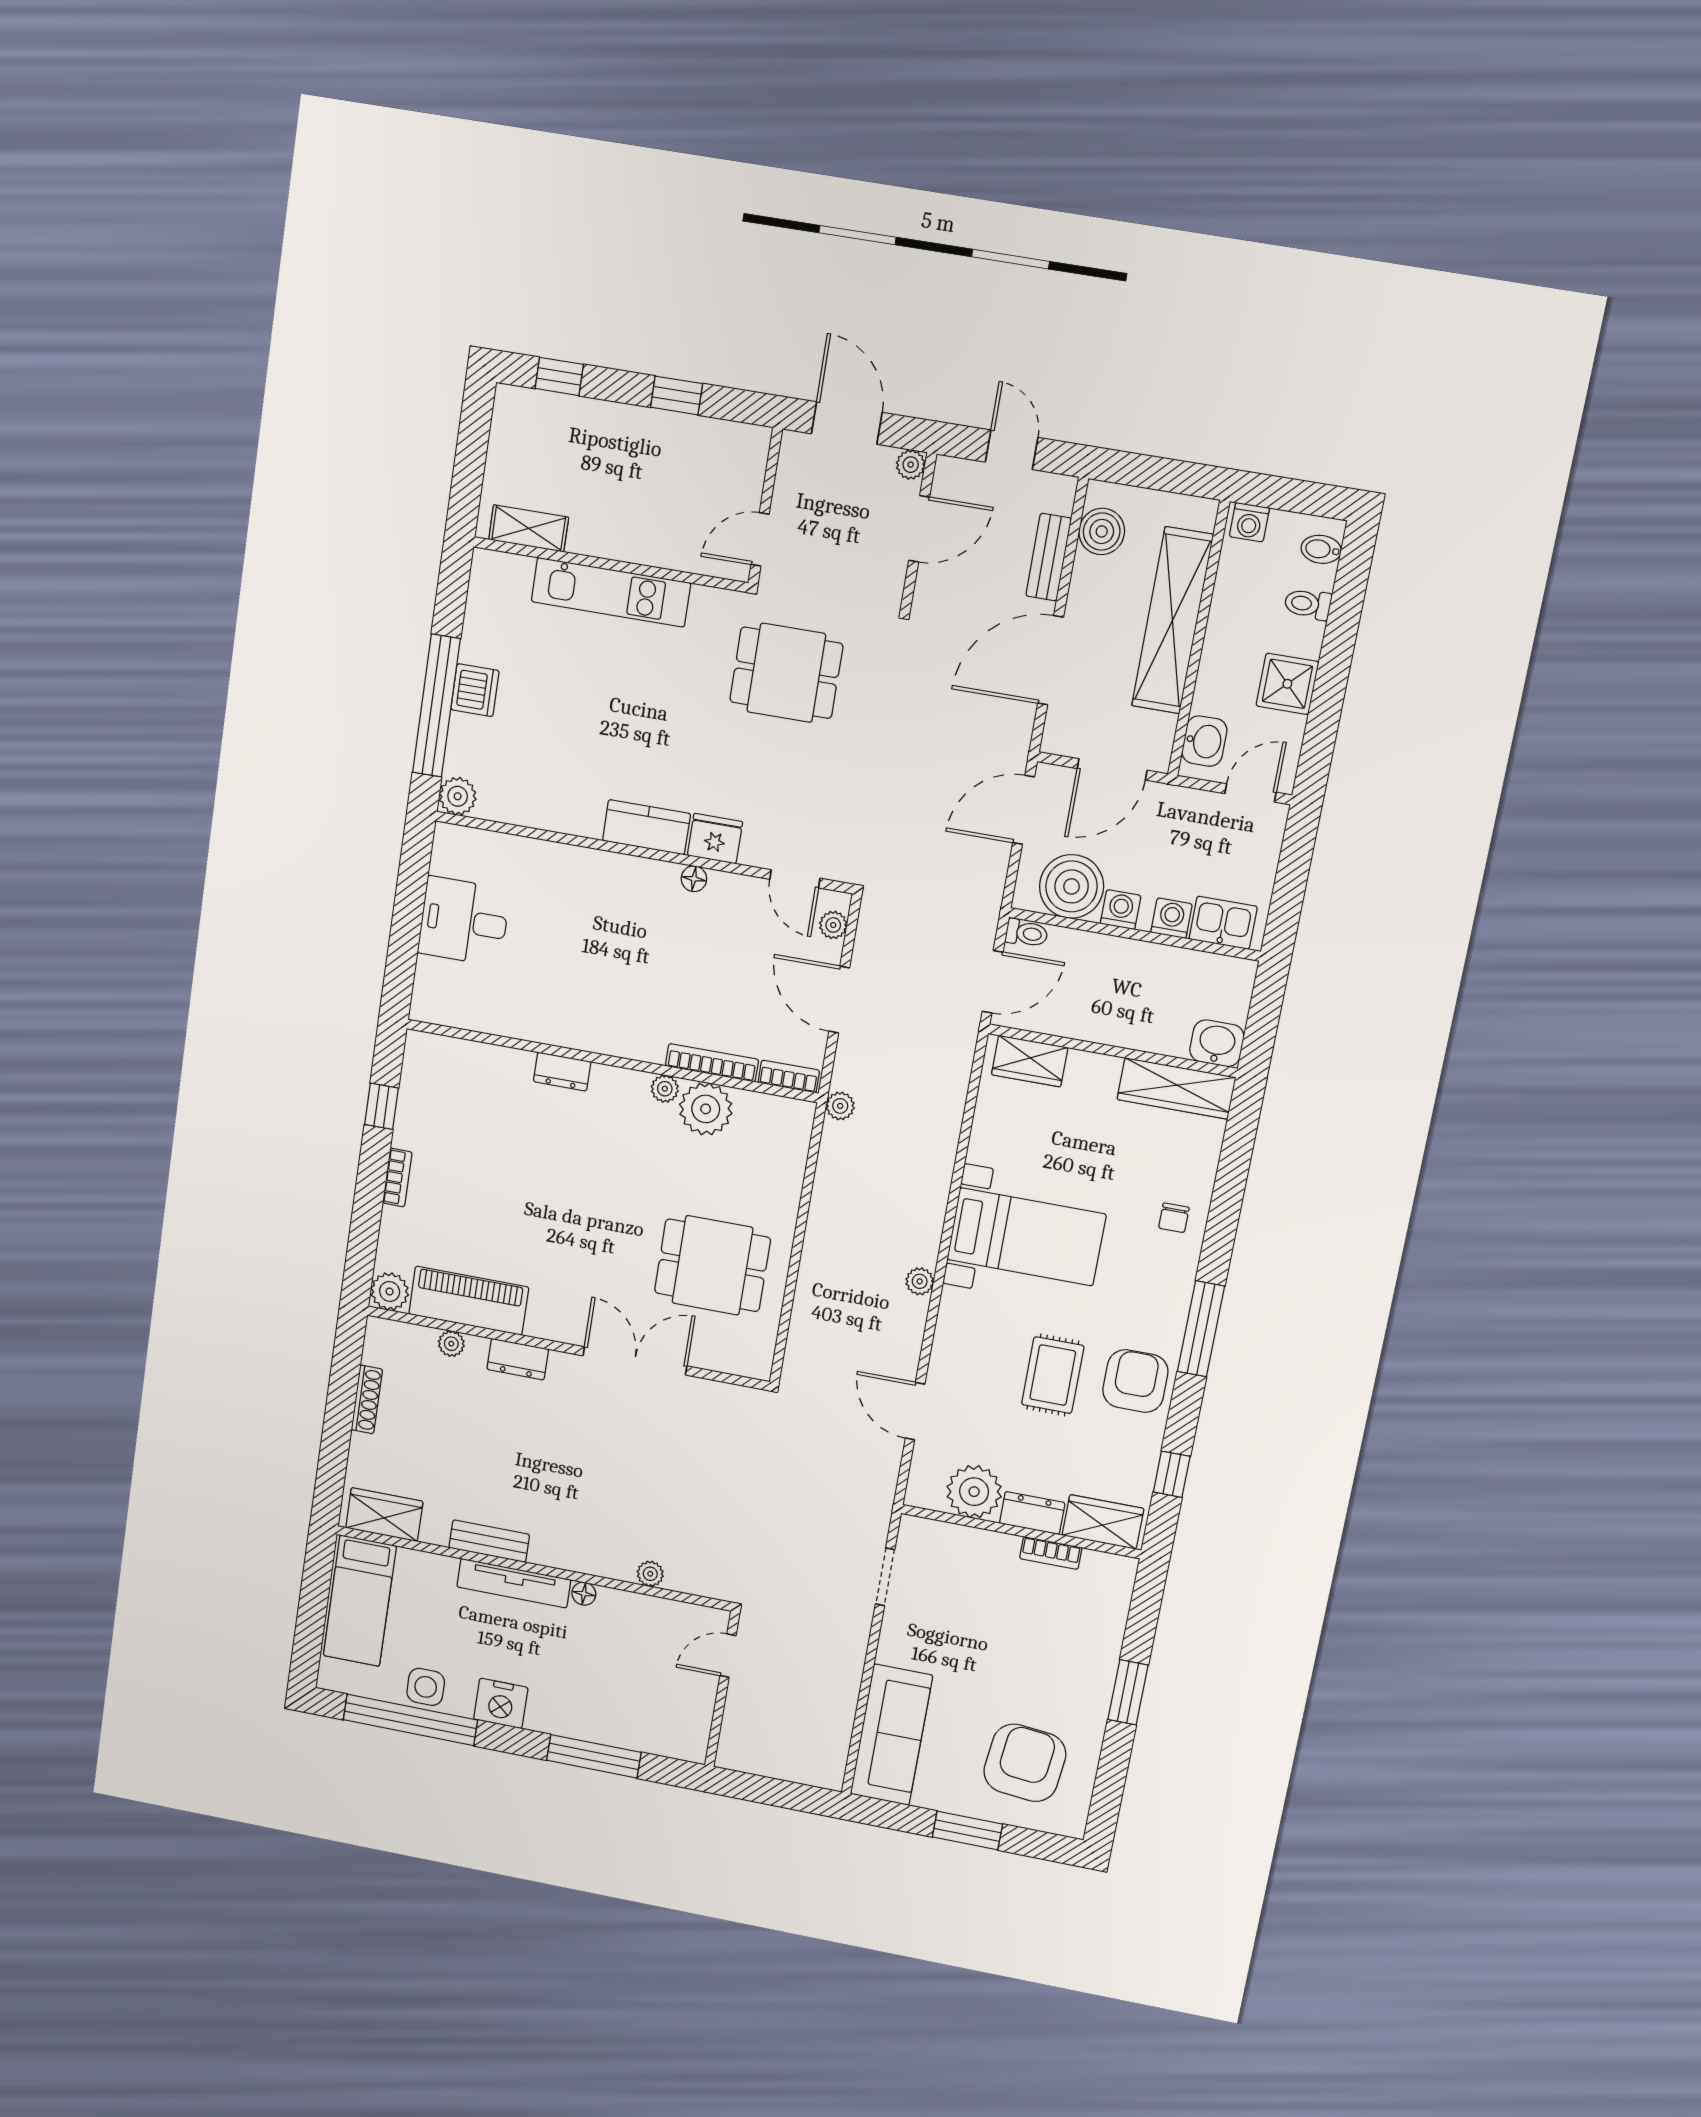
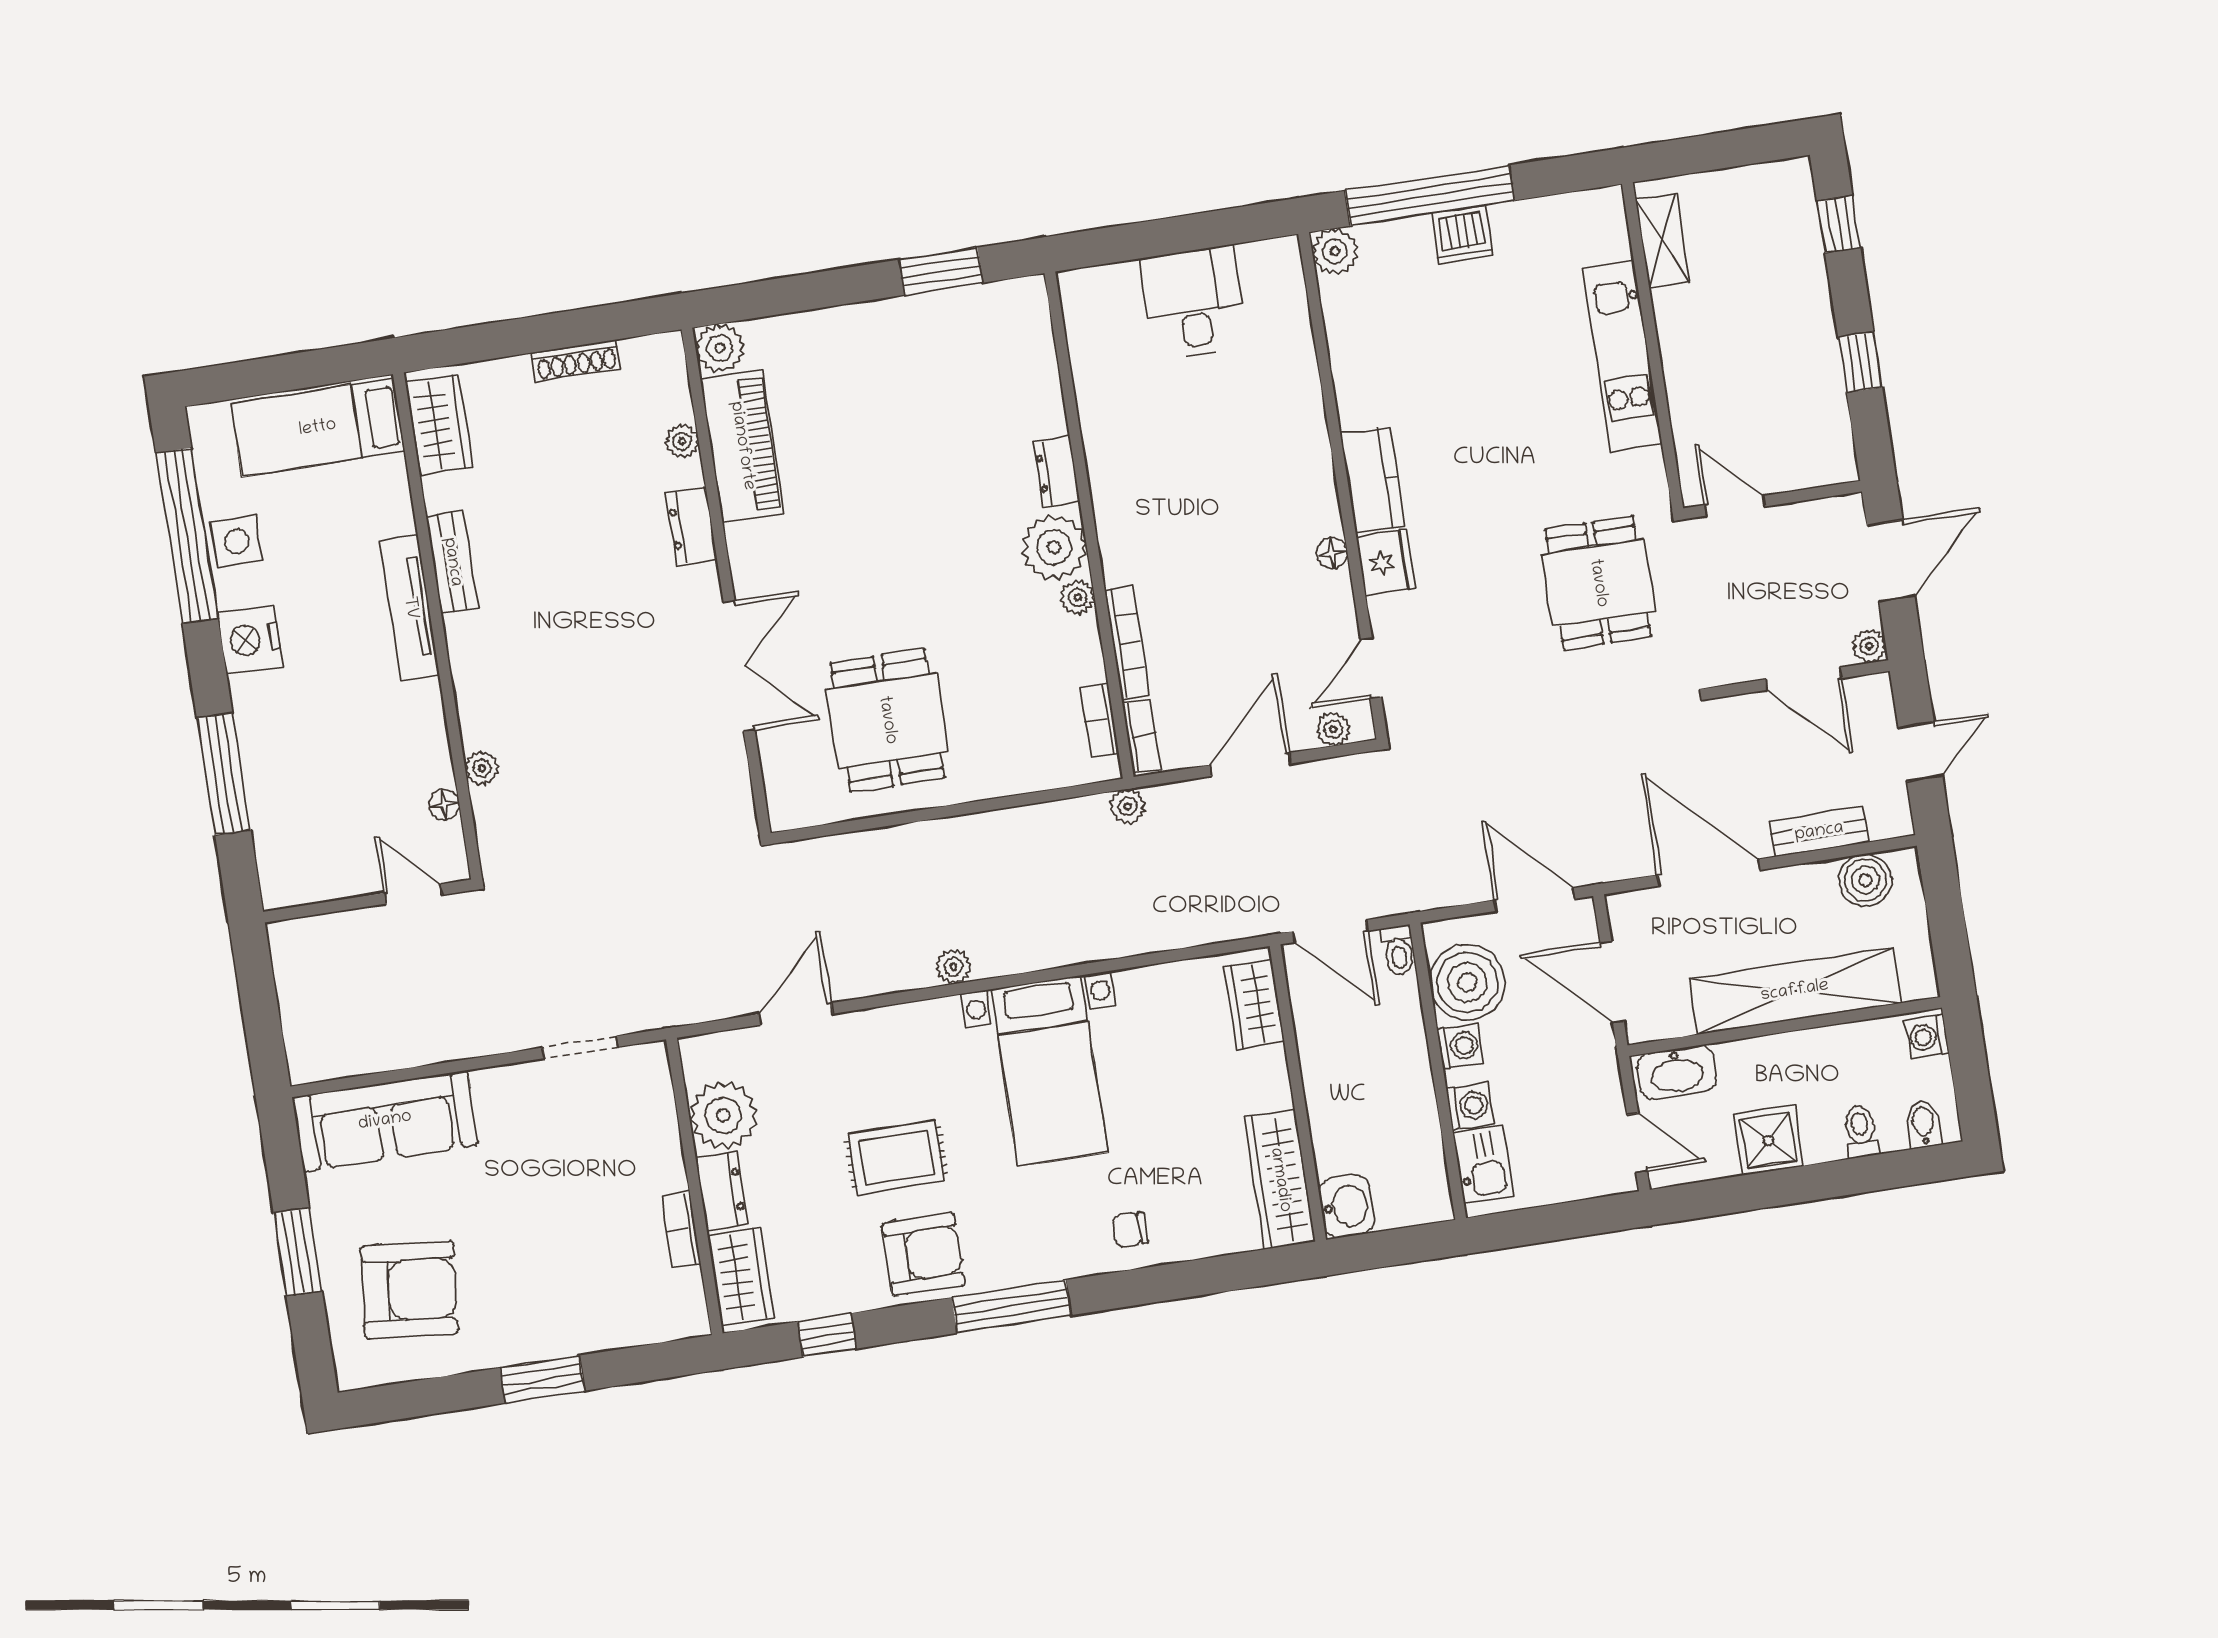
washbasin: (1204, 741) -> (1677, 1072), width x1.38
window: (381, 1106) -> (941, 271), width x1.50
plant: (706, 1109) -> (1054, 547), moved
bookcase: (397, 1178) -> (1100, 720), moved, turned 90
floor lamp: (584, 1594) -> (444, 804), moved

